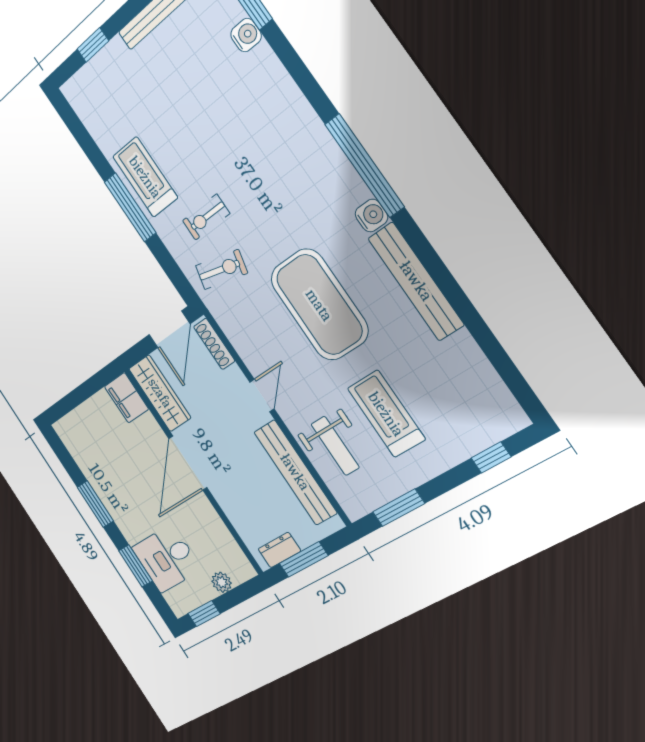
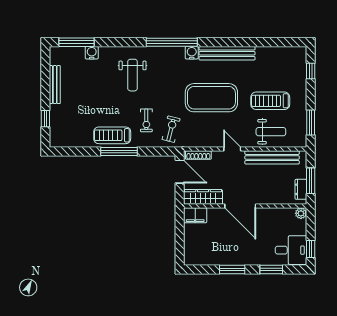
weight bench: (260, 137) -> (133, 75), added
desk: (166, 558) -> (291, 250), moved, turned -90
plant: (222, 582) -> (301, 213), moved

